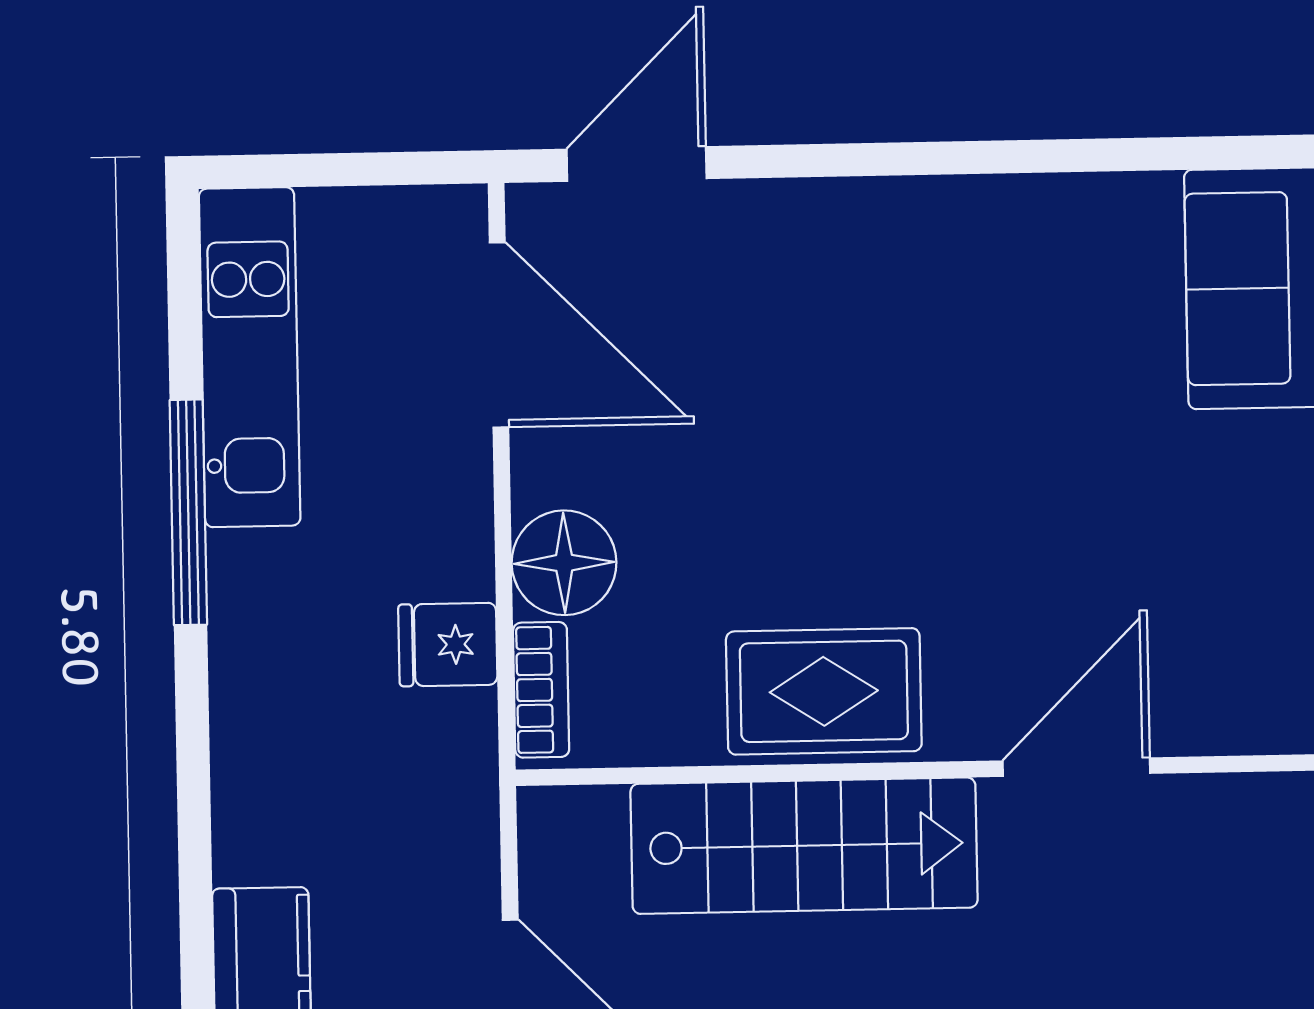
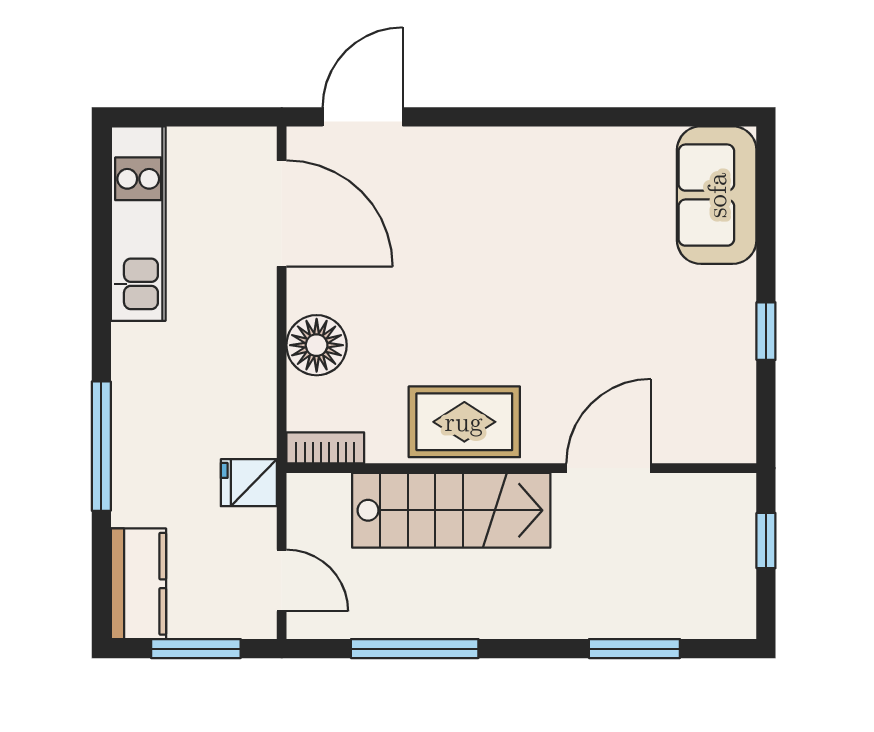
window: (188, 512) -> (101, 446), moved
fridge: (448, 645) -> (249, 483), moved
bookcase: (541, 690) -> (325, 448), moved, turned -90

